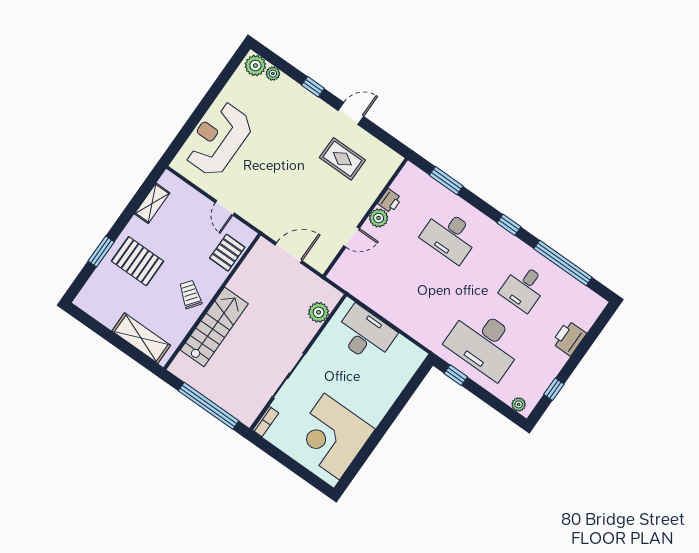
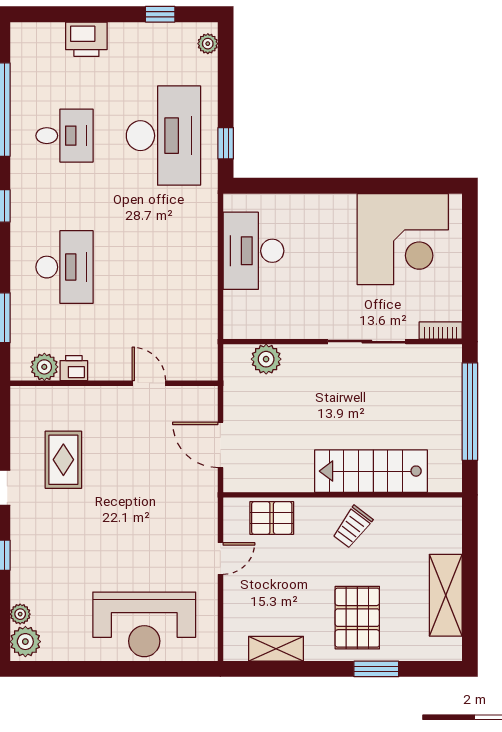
plant: (379, 218) -> (44, 367), moved
desk: (365, 334) -> (253, 251), moved
shelving: (141, 338) -> (446, 595), moved

